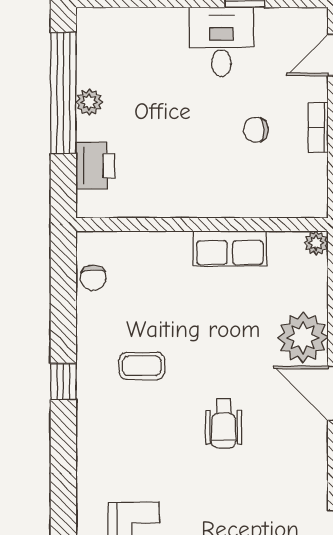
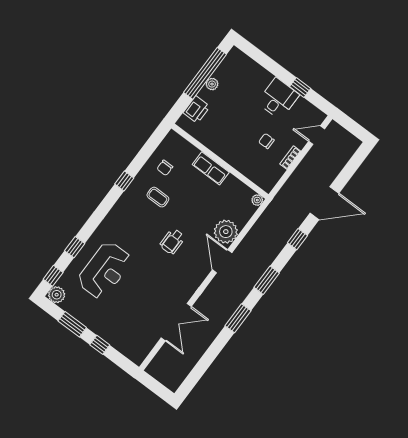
row of seats: (230, 248) -> (211, 168), moved
chair: (93, 278) -> (165, 168), moved

